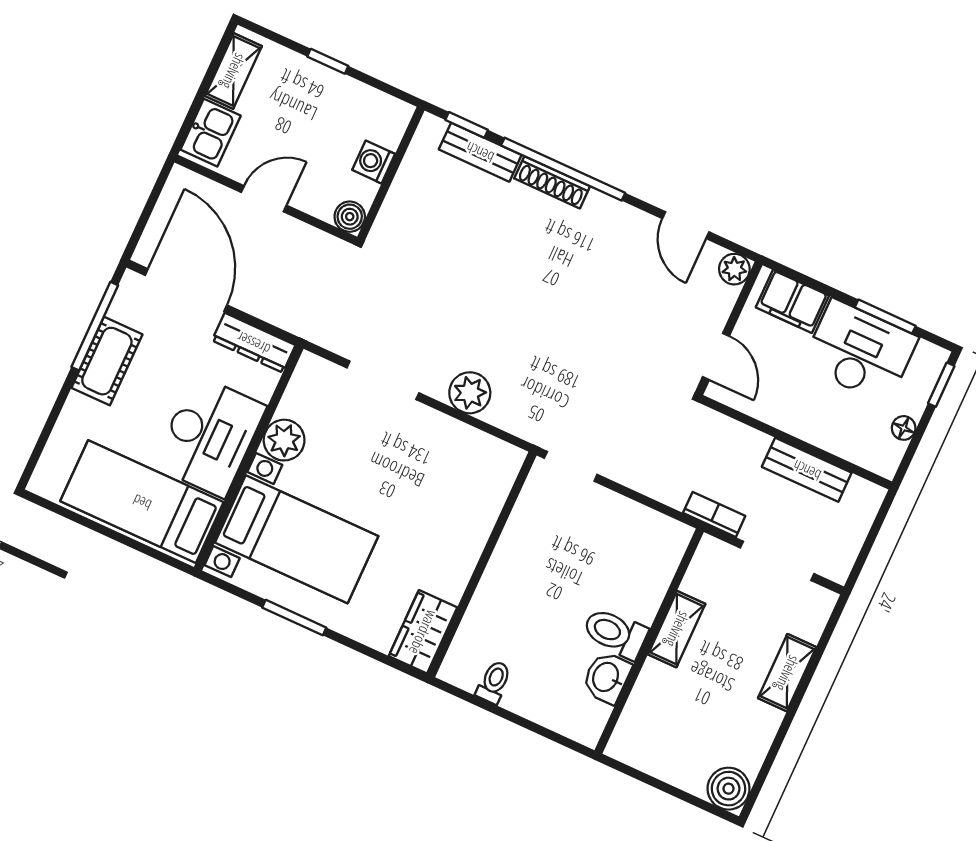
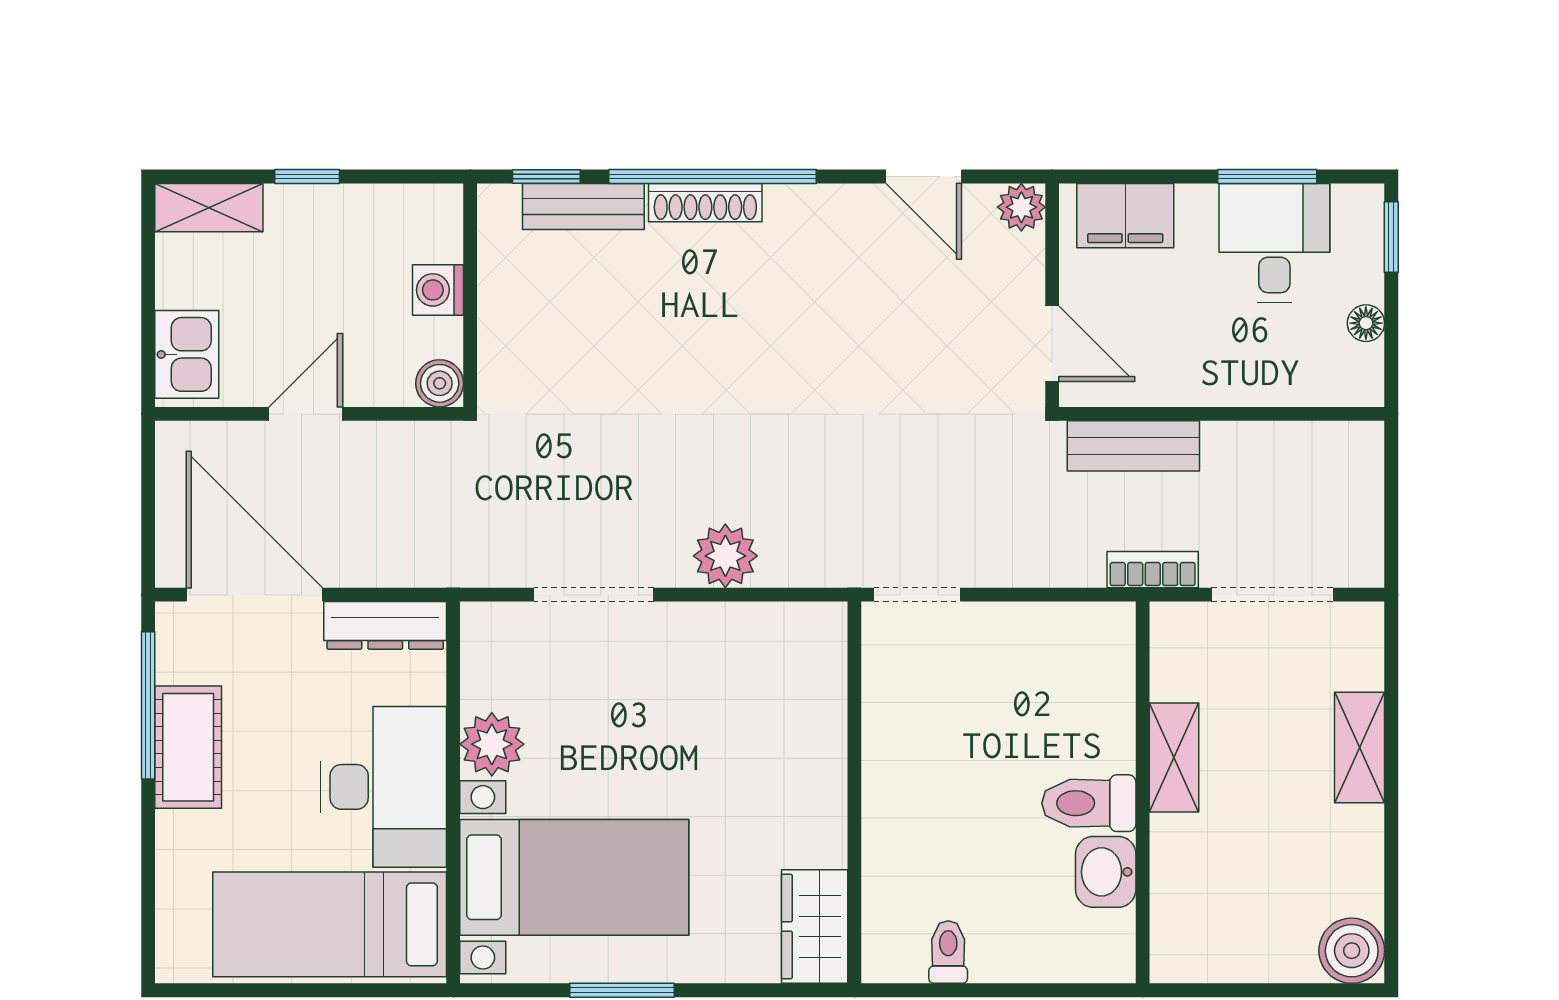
shelving: (233, 71) -> (209, 208), moved, turned 90
desk: (860, 351) -> (1274, 243), width x0.73
bench: (807, 470) -> (1133, 446), moved

